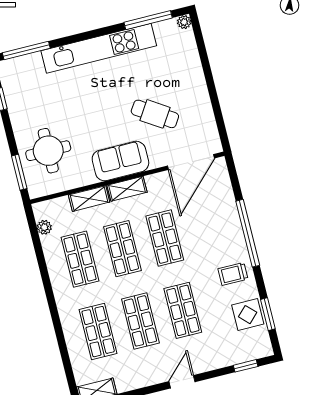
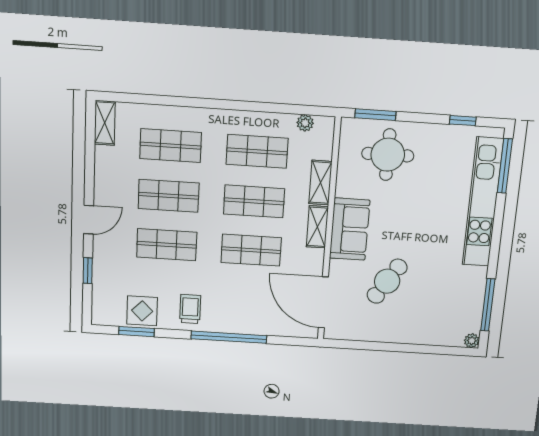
kitchen unit: (99, 48) -> (483, 202), moved
window: (246, 366) -> (88, 271), moved
door: (182, 382) -> (89, 220), hinge flipped

